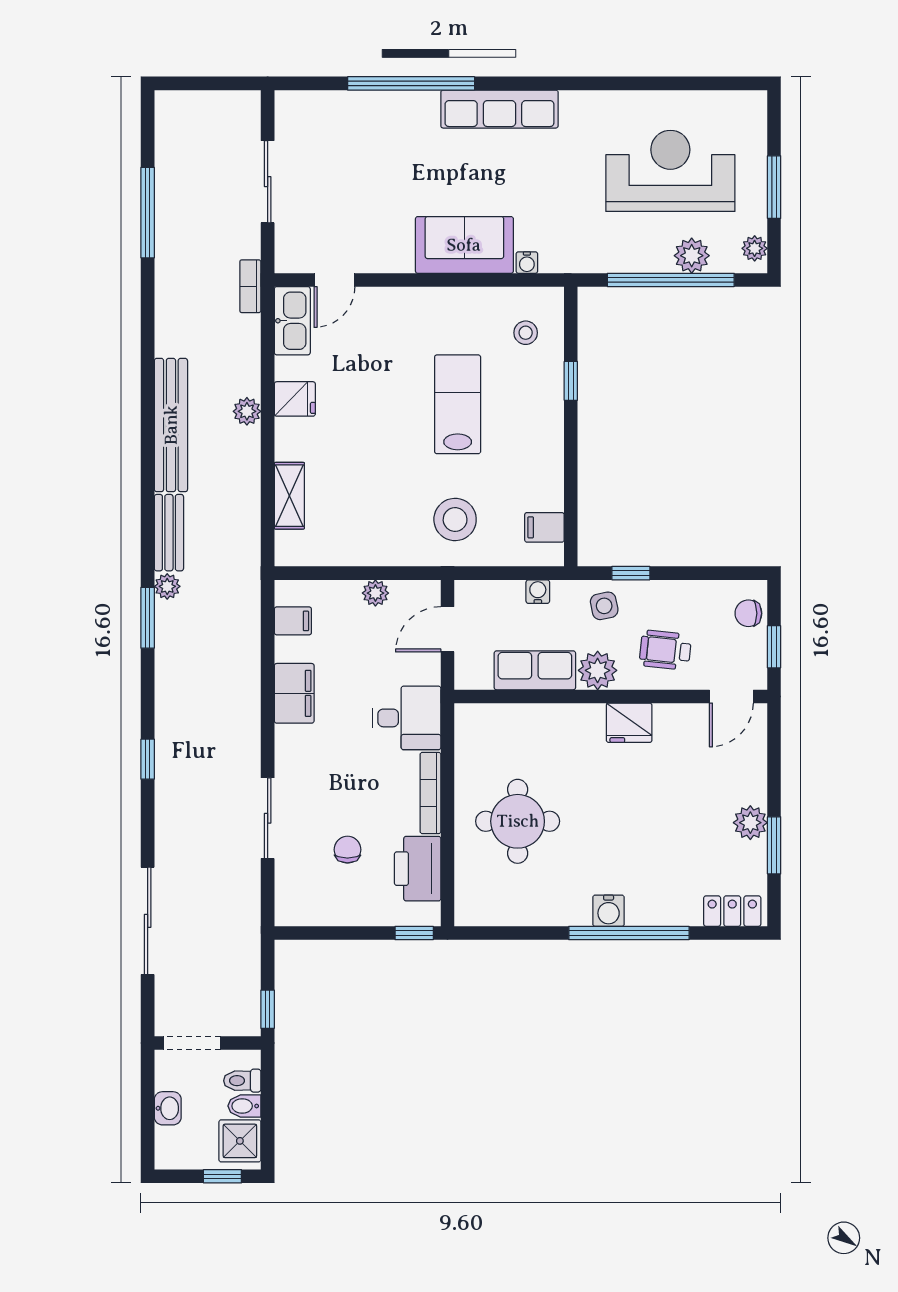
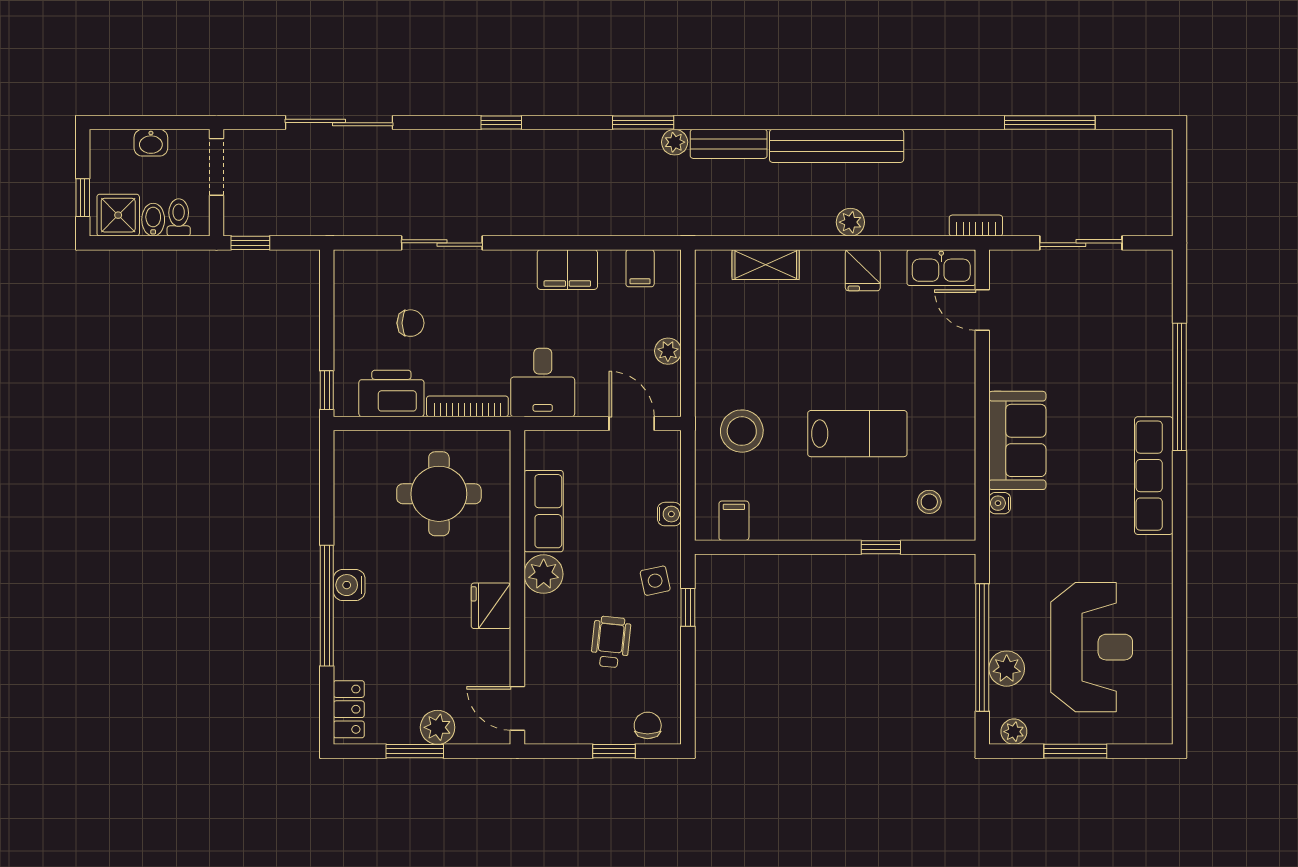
row of seats: (535, 670) -> (544, 511), moved
plant: (598, 670) -> (544, 574), moved
wall: (611, 696) -> (517, 587), moved
door: (731, 696) -> (517, 708), moved
fridge: (629, 723) -> (491, 606), moved

